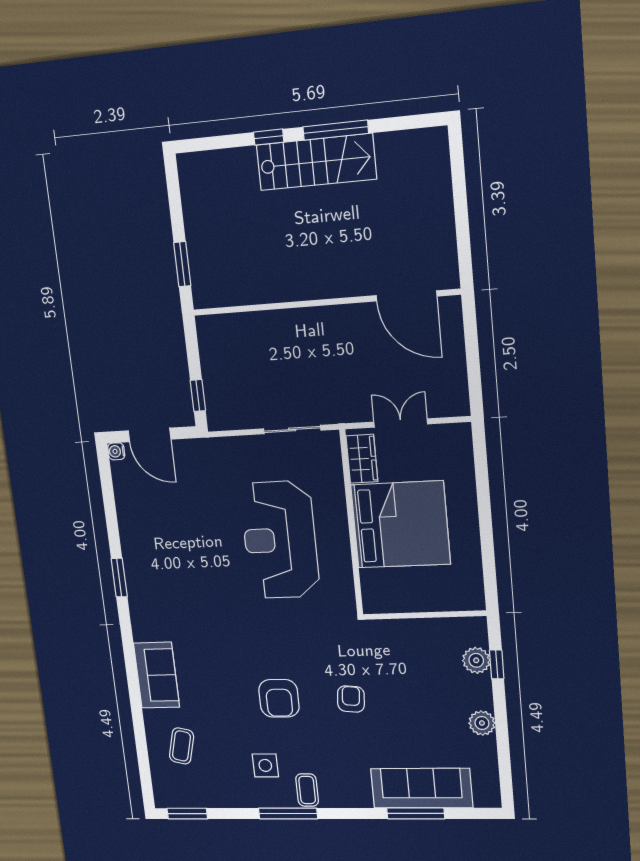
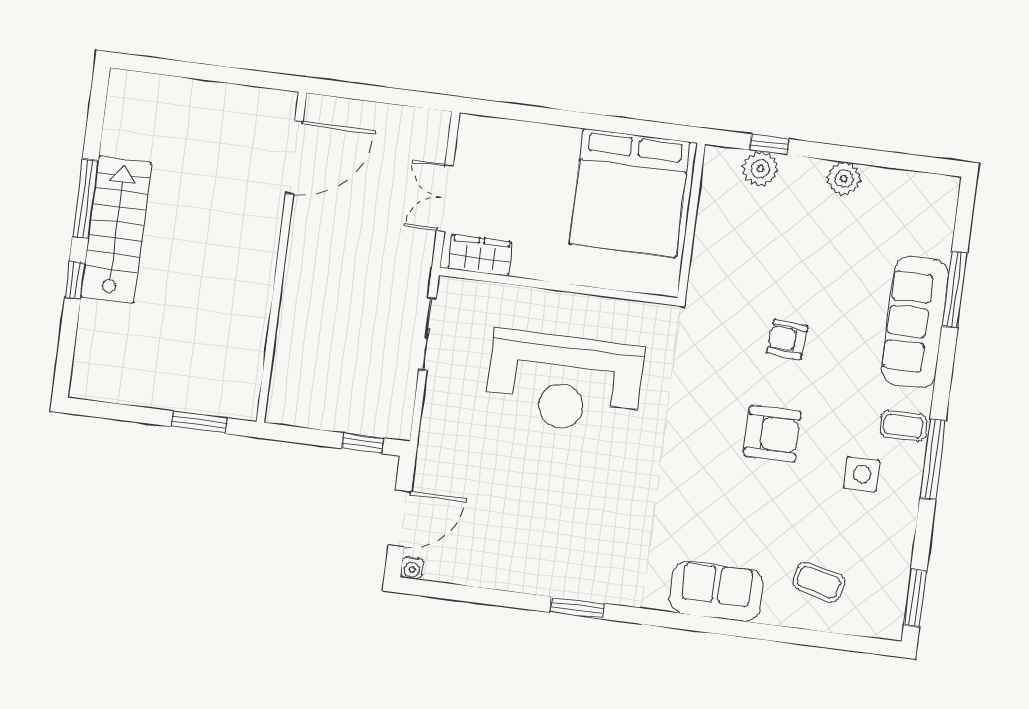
bed: (401, 524) -> (630, 193), moved, turned 180
sofa: (422, 788) -> (915, 322), moved

